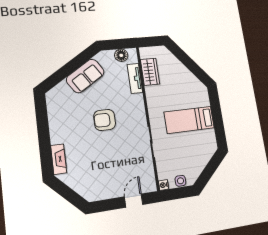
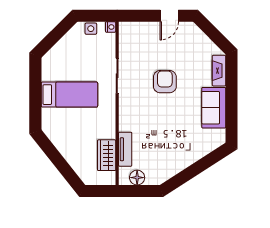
sofa: (85, 76) -> (214, 108), moved, turned -57
armchair: (105, 120) -> (165, 82), moved, turned -90
door: (134, 201) -> (169, 16), moved

